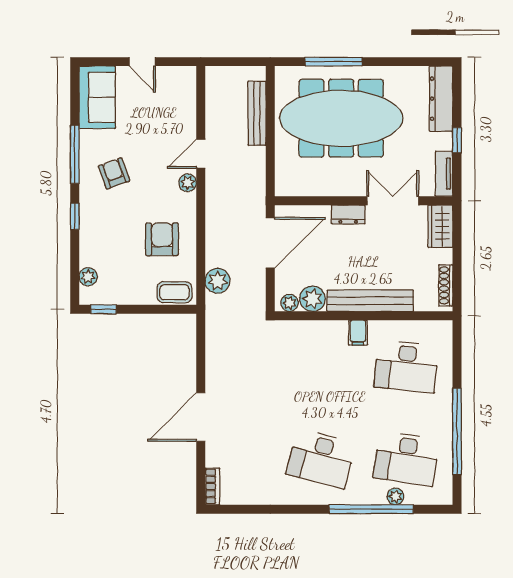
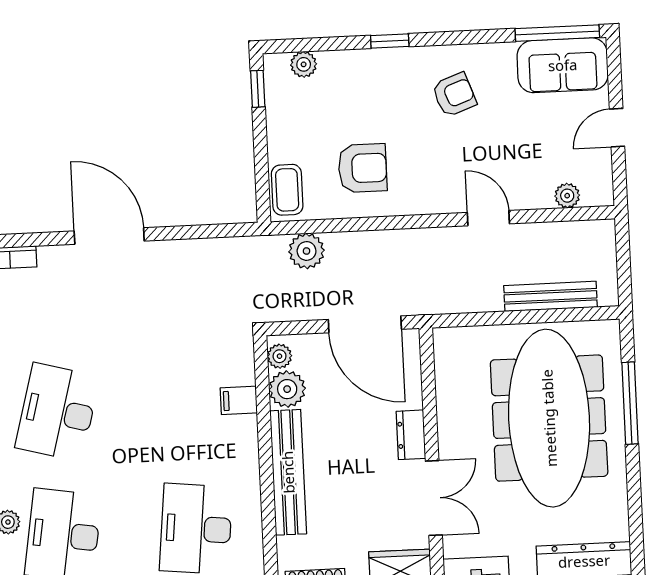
window: (75, 154) -> (557, 33), moved
plant: (188, 183) -> (567, 196), moved
filing cabinet: (358, 333) -> (239, 400), moved

